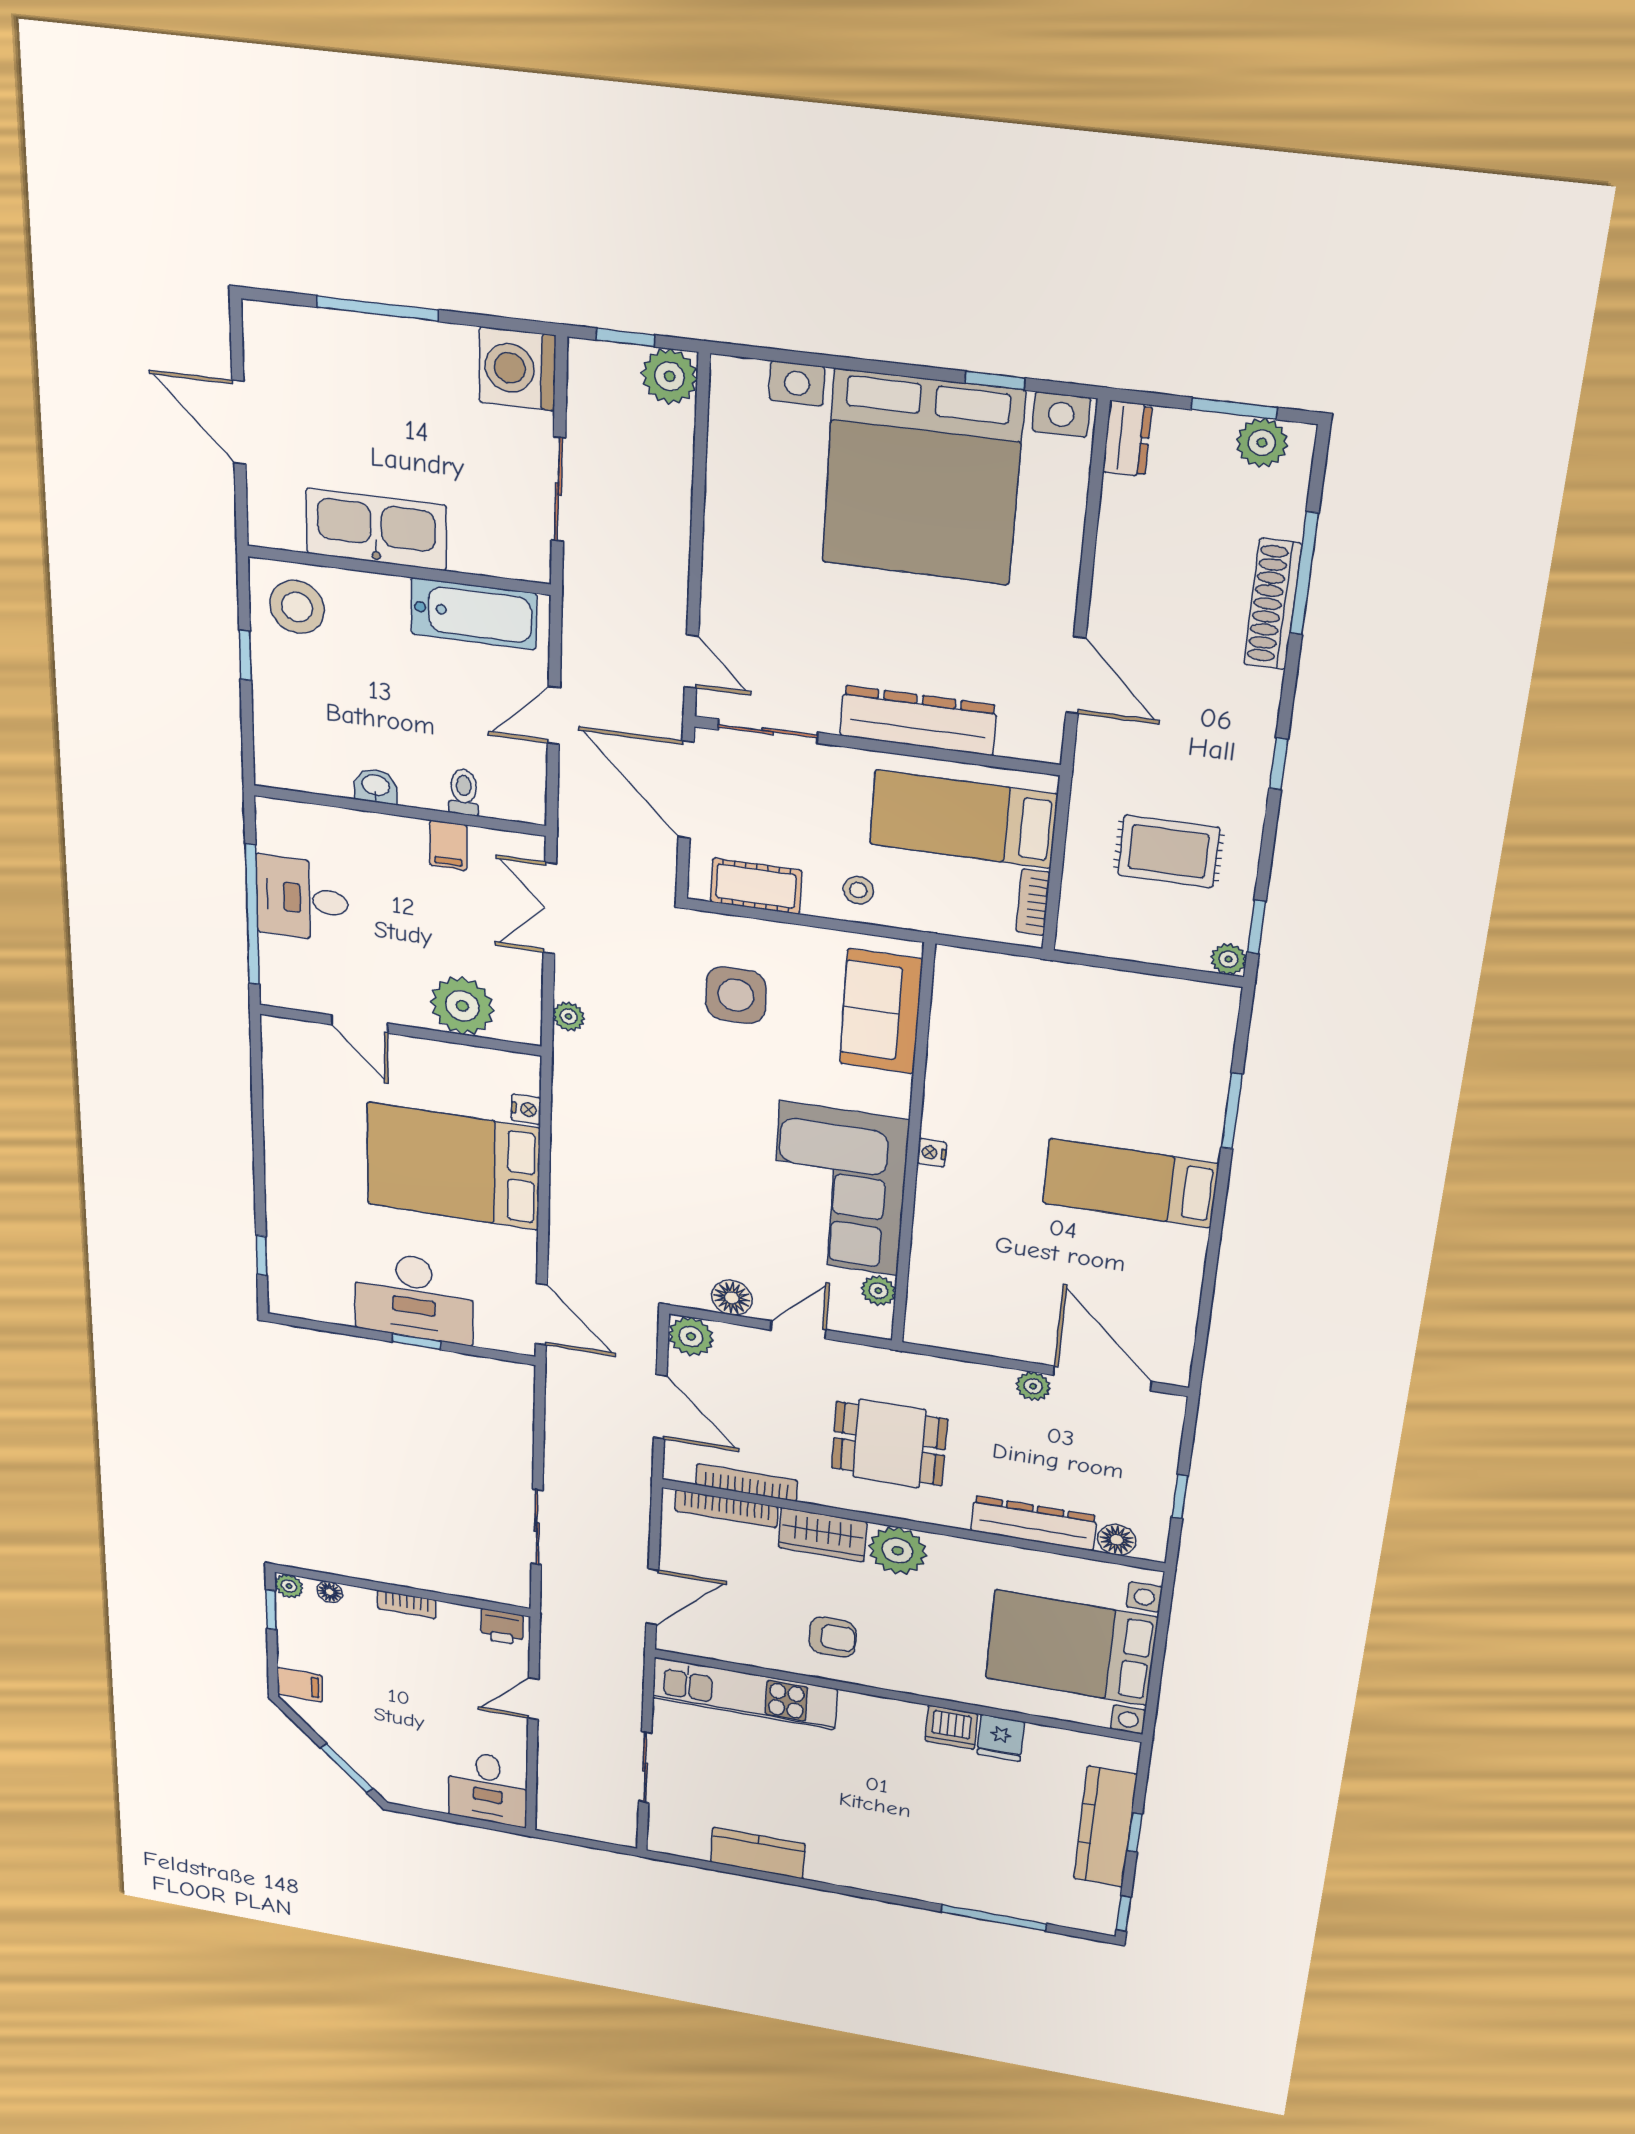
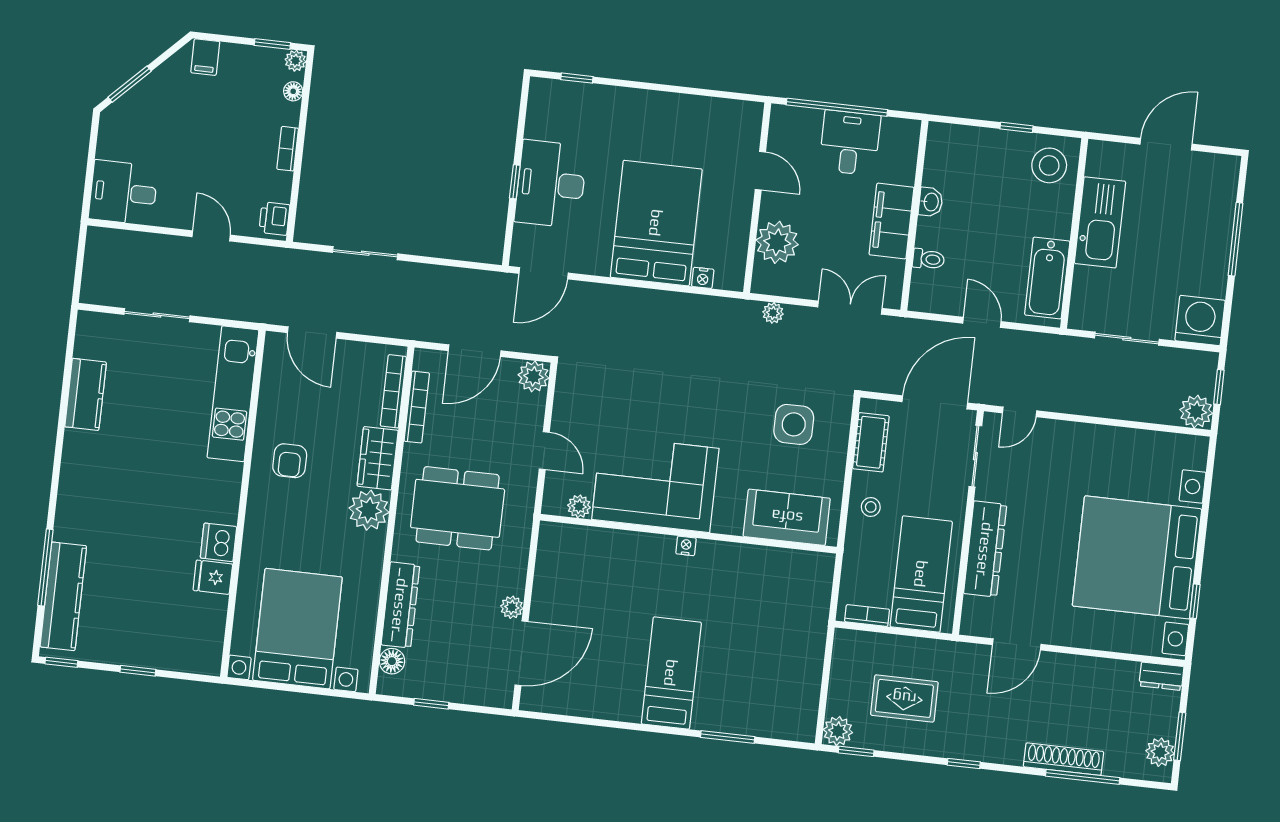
filing cabinet: (448, 845) -> (891, 221), width x3.00, depth x1.17
rug: (1169, 851) -> (904, 698), turned 90
plant: (1229, 959) -> (838, 731), width x1.38, depth x1.38
door: (360, 1024) -> (760, 171), swing flipped
floor lamp: (732, 1298) -> (566, 407), removed
dining table: (889, 1444) -> (458, 508), width x1.38
kitchen counter: (1105, 1827) -> (63, 596), moved, turned 90

